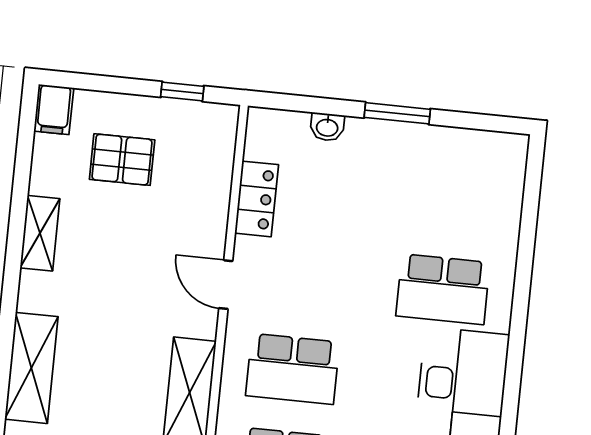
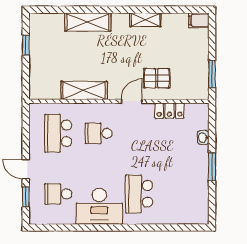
window: (182, 91) -> (212, 74), width x1.50
pallet: (122, 160) -> (157, 78), moved, turned 90
school desk: (293, 369) -> (99, 133), width x0.54

